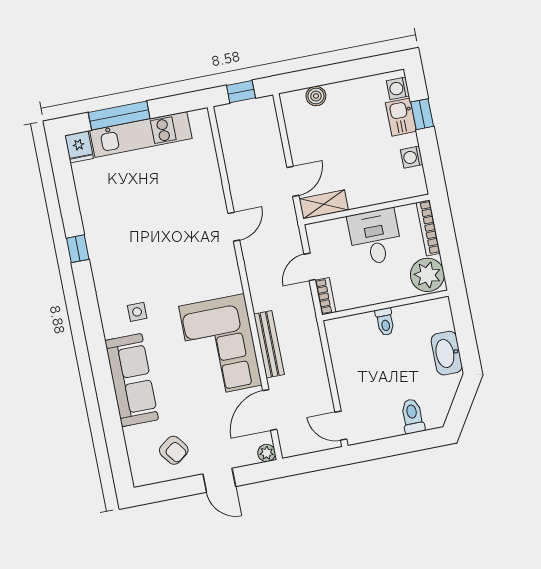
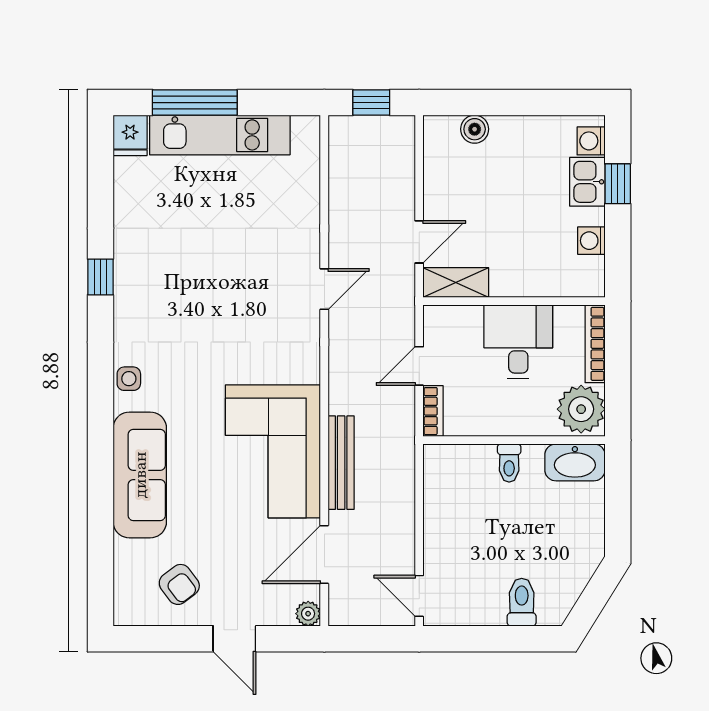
side table: (137, 312) -> (129, 379), moved
washbasin: (447, 353) -> (575, 462), moved, turned -90

